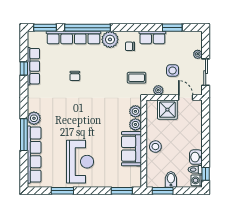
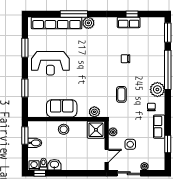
row of seats: (73, 38) -> (159, 58), removed
row of seats: (33, 66) -> (129, 22), width x0.68
coffee table: (137, 78) -> (121, 94), moved
shower: (167, 110) -> (96, 130), moved
plant: (135, 124) -> (83, 112), removed
window: (122, 191) -> (25, 88), moved

